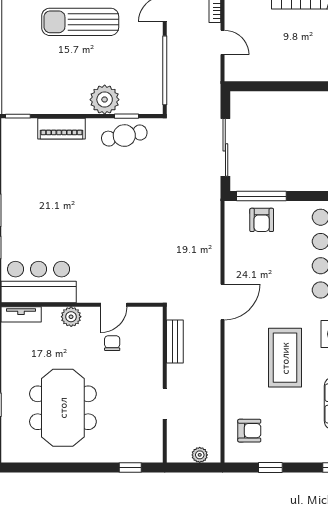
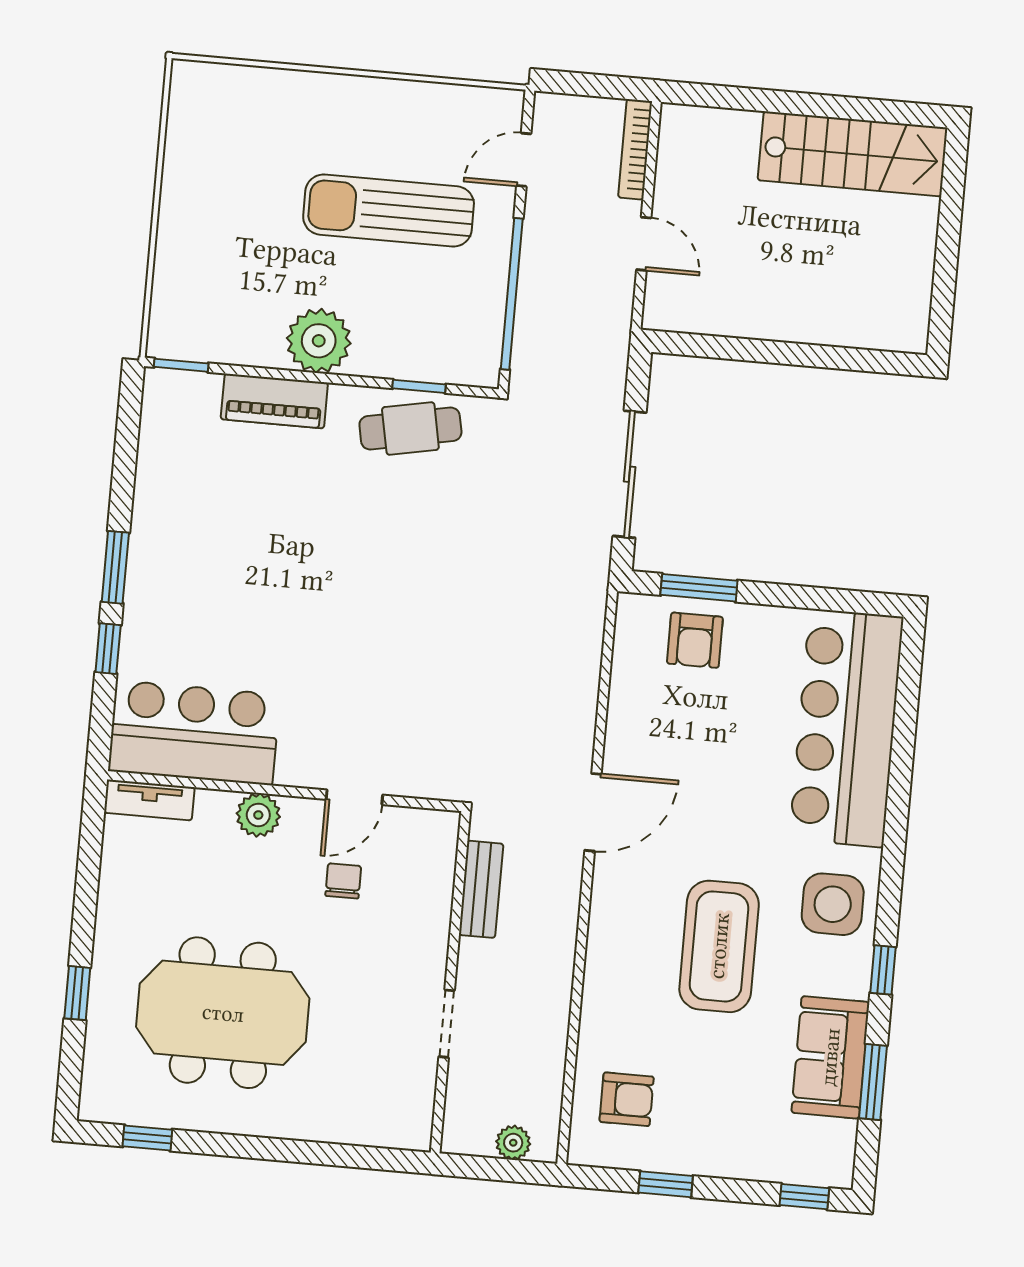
sun lounger: (80, 22) -> (389, 210), moved
plant: (105, 100) -> (319, 341), moved
window: (261, 196) -> (699, 588), width x0.69
meeting table: (63, 408) -> (223, 1013), turned 90
window: (130, 468) -> (147, 1138), moved

